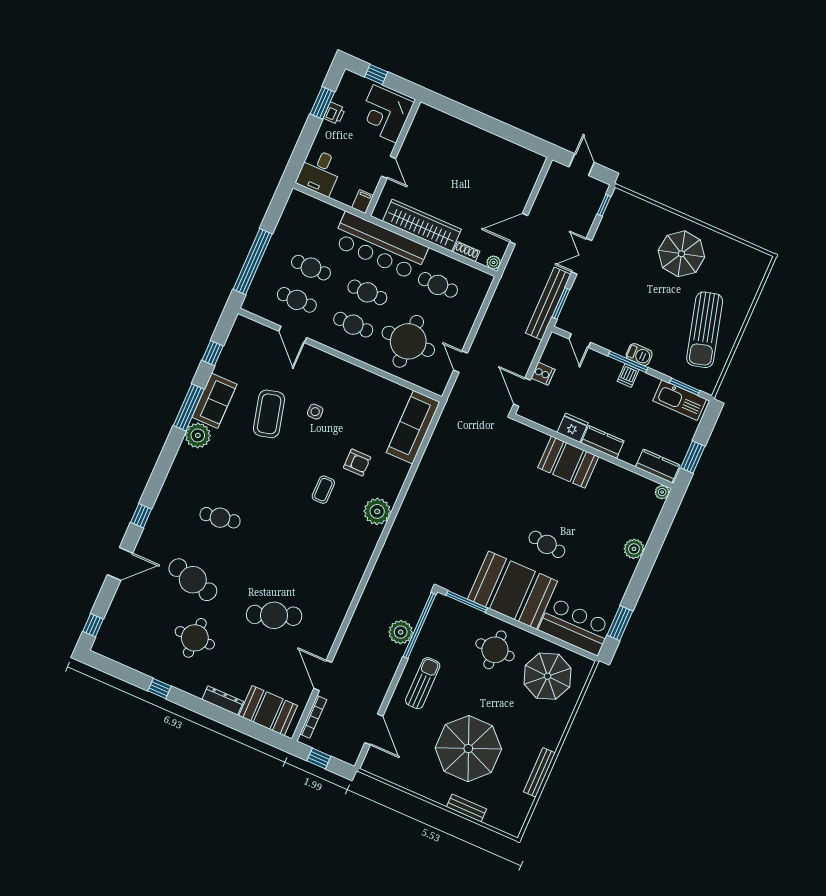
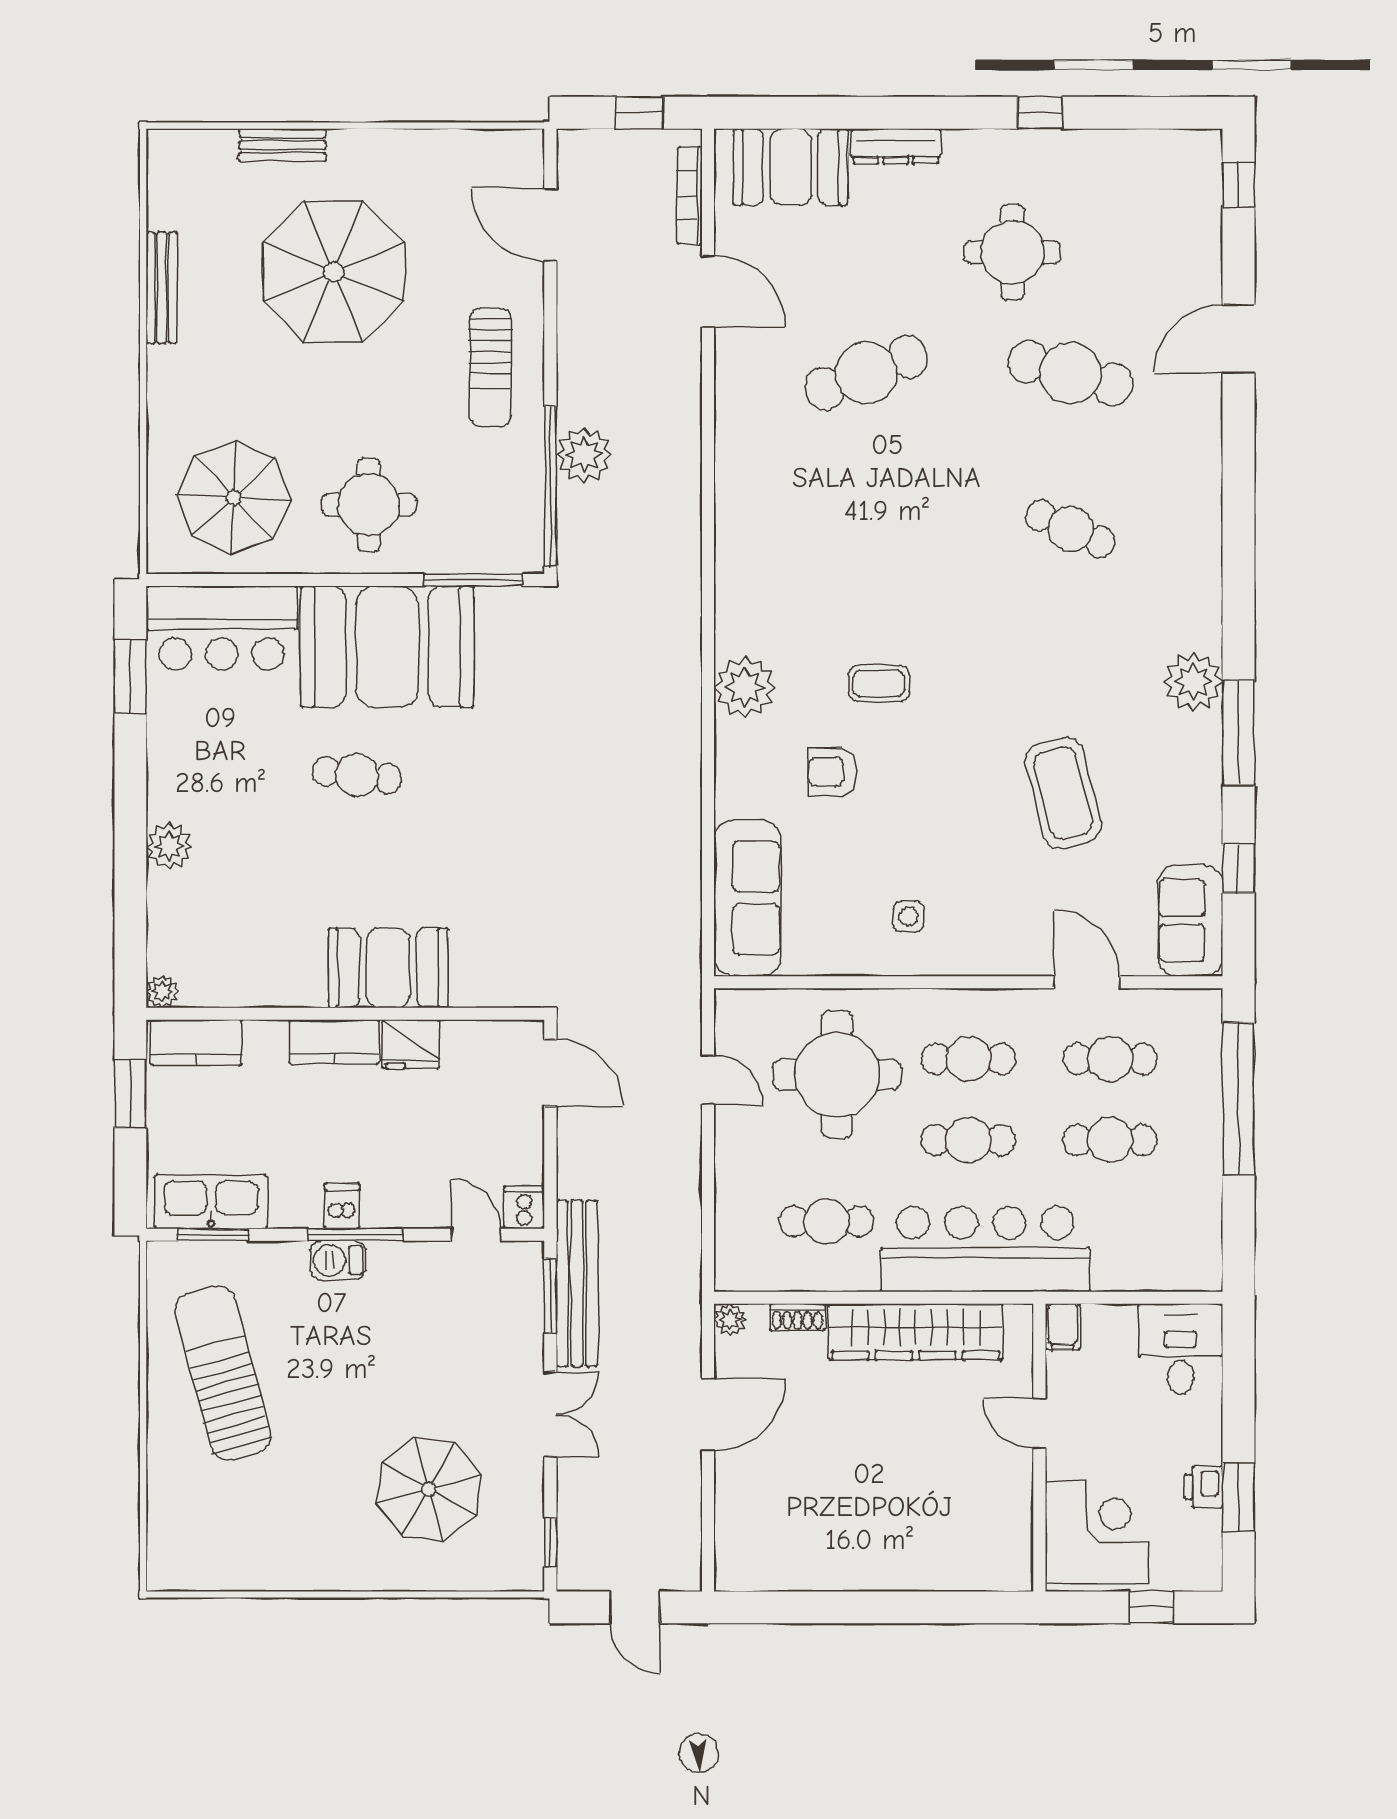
parasol: (681, 254) -> (429, 1489), moved
cooker: (543, 374) -> (524, 1207), moved, turned 90
sofa: (214, 401) -> (1190, 920), moved
side table: (315, 412) -> (908, 916), moved
coffee table: (323, 490) -> (879, 684), turned 90
window: (141, 516) -> (1238, 460), removed
cafe table: (220, 518) -> (1070, 529), turned 33

